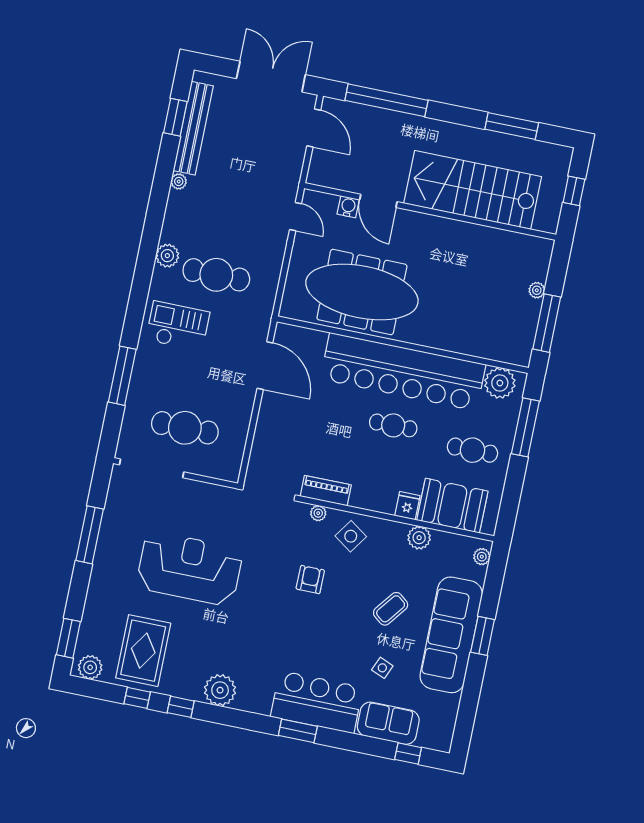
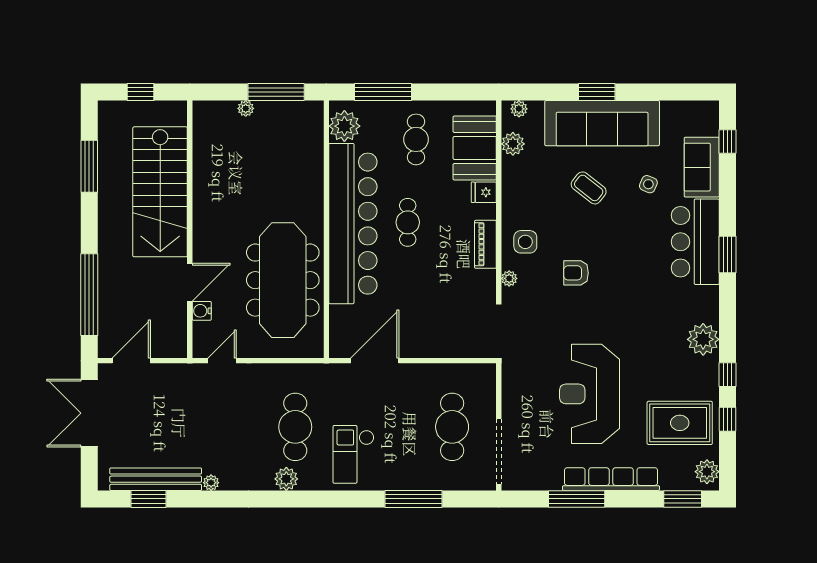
piano: (326, 491) -> (485, 244), moved
side table: (351, 536) -> (525, 242), turned -35
plant: (419, 538) -> (513, 144), moved
row of seats: (102, 572) -> (611, 479), added

